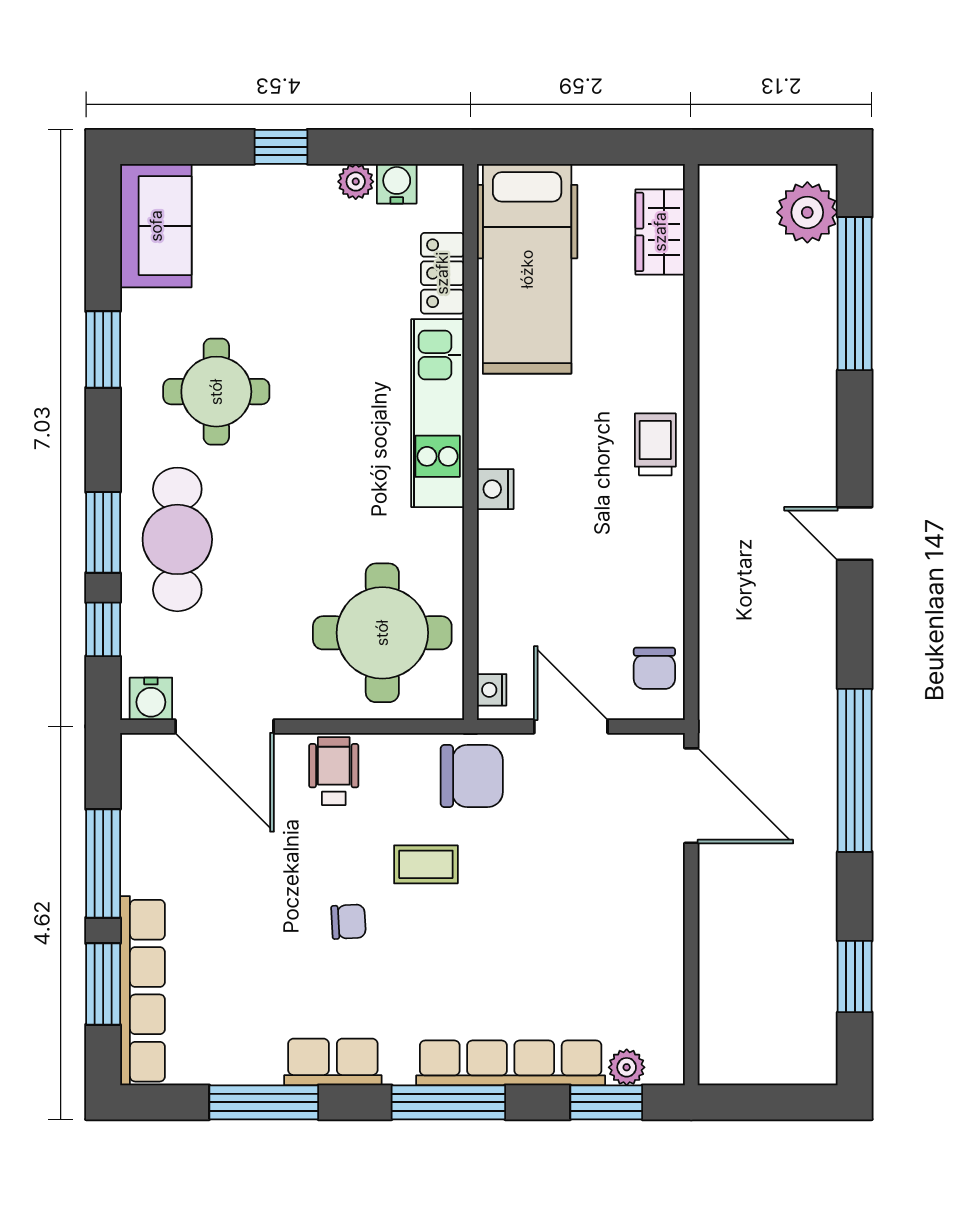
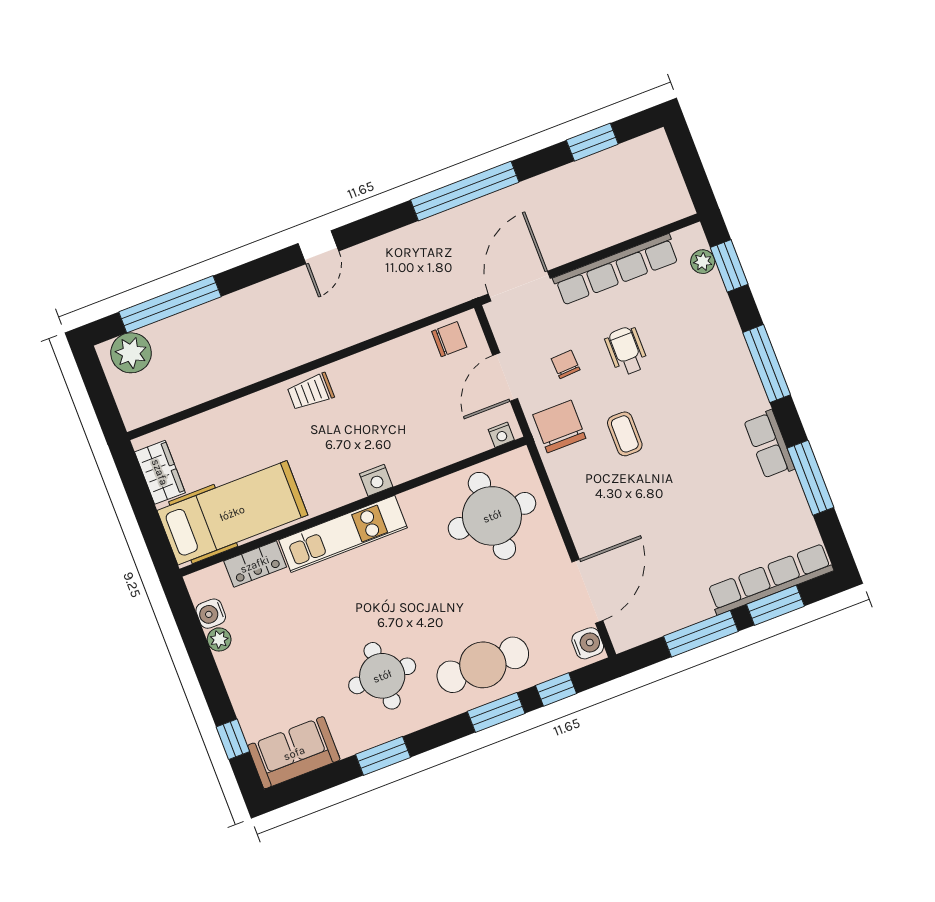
window: (281, 147) -> (233, 739), moved
wardrobe: (660, 232) -> (160, 472), moved, turned -90
wheelchair: (334, 771) -> (626, 351), moved, turned 90
chair: (348, 922) -> (566, 364), moved
row of seats: (511, 1063) -> (616, 269), moved, turned -90

